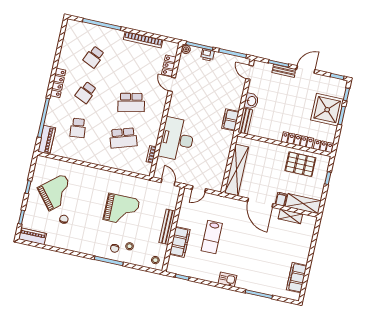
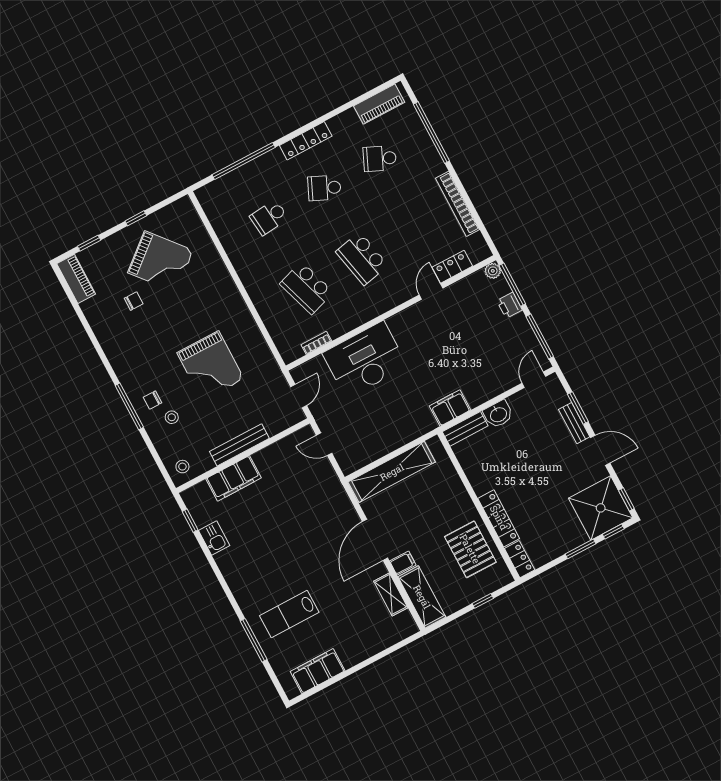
shower: (327, 110) -> (601, 508), moved
piano: (47, 140) -> (379, 104), moved
lab bench: (212, 237) -> (289, 614), moved
kitchen sink: (227, 279) -> (214, 538), moved

